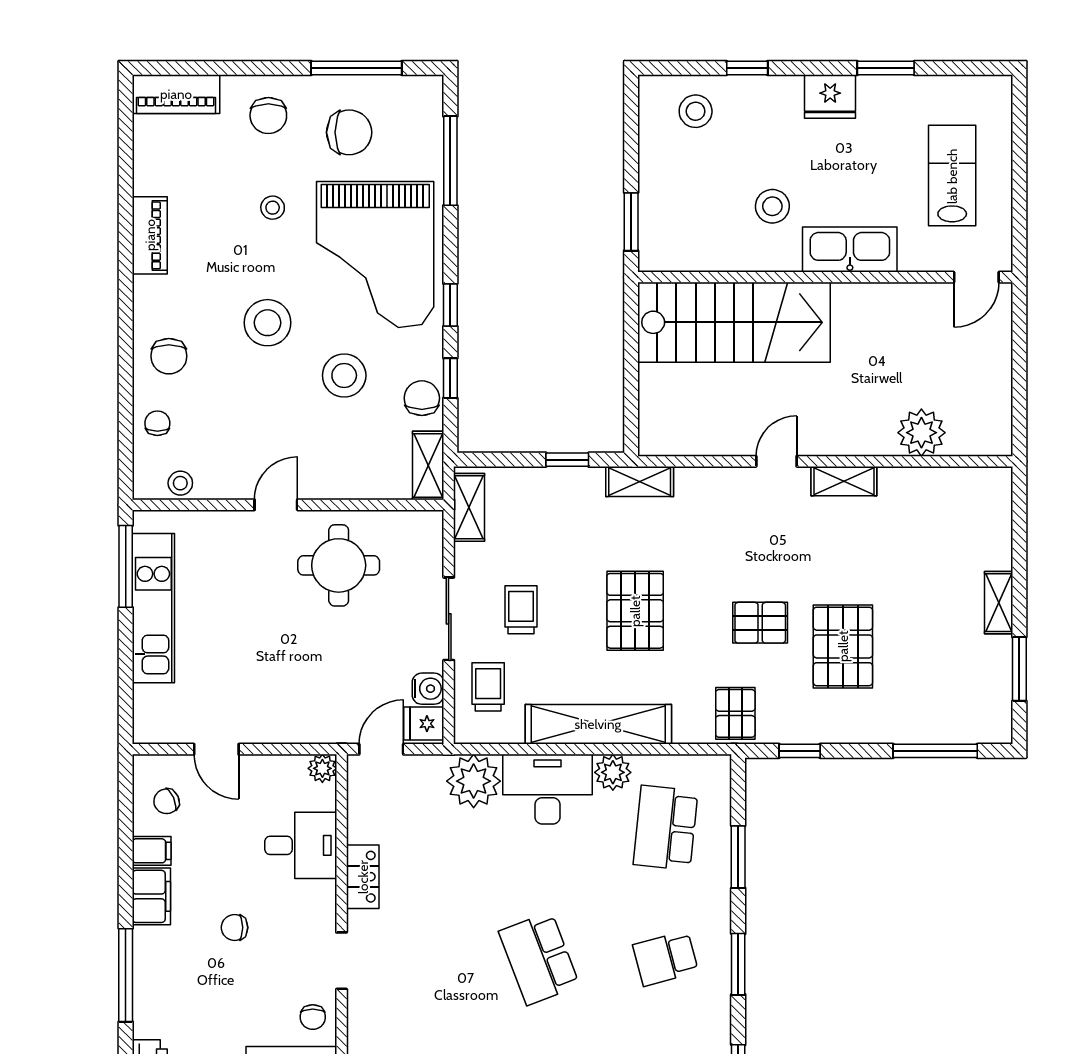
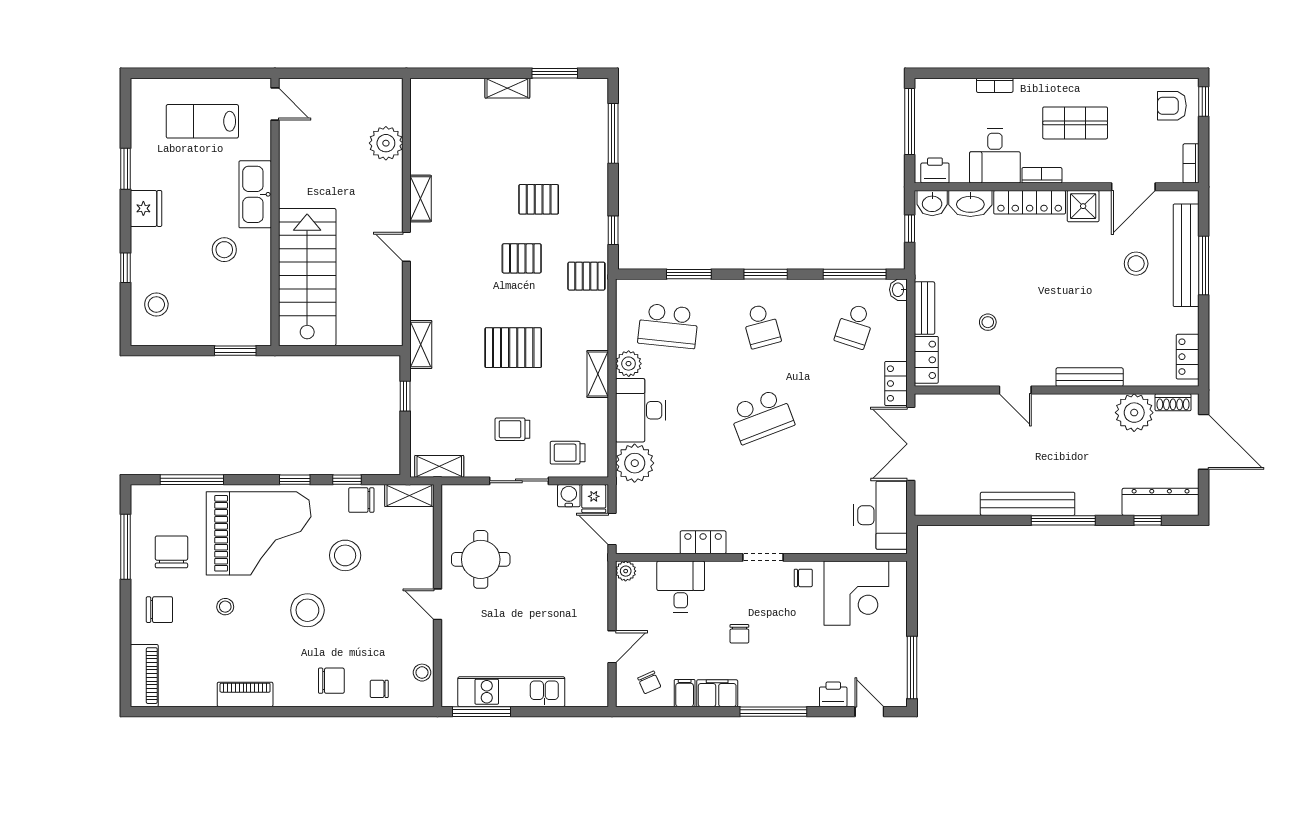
pallet: (760, 623) -> (522, 258), turned 90
pallet: (843, 646) -> (539, 199), width x0.67, depth x0.71
shelving: (598, 724) -> (598, 374), width x0.45, depth x0.75

